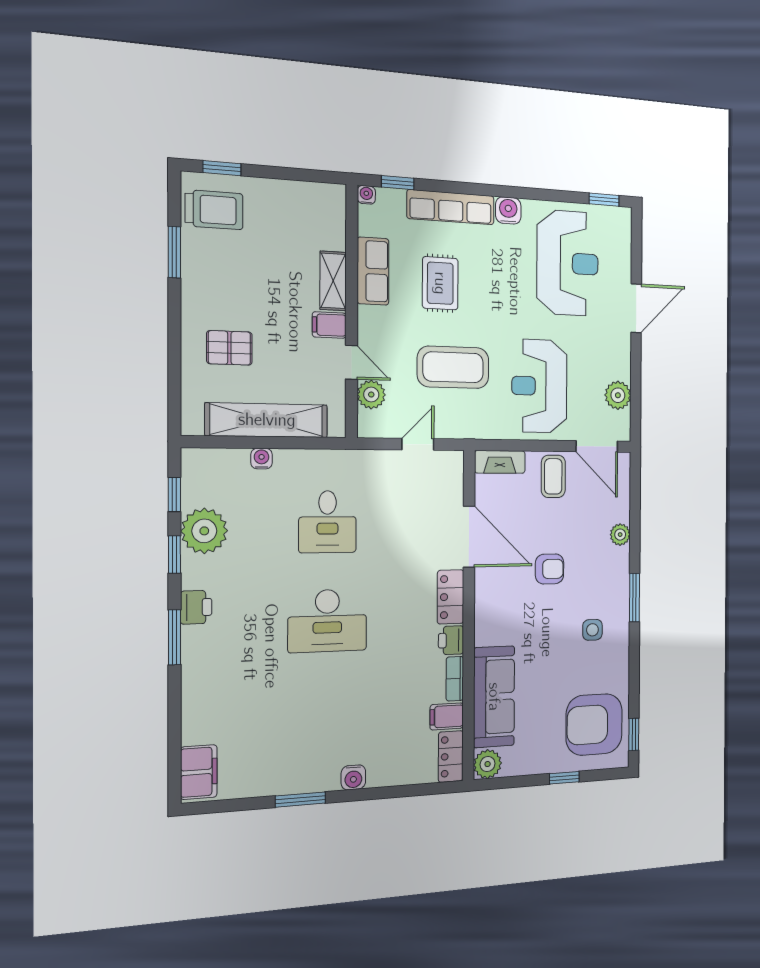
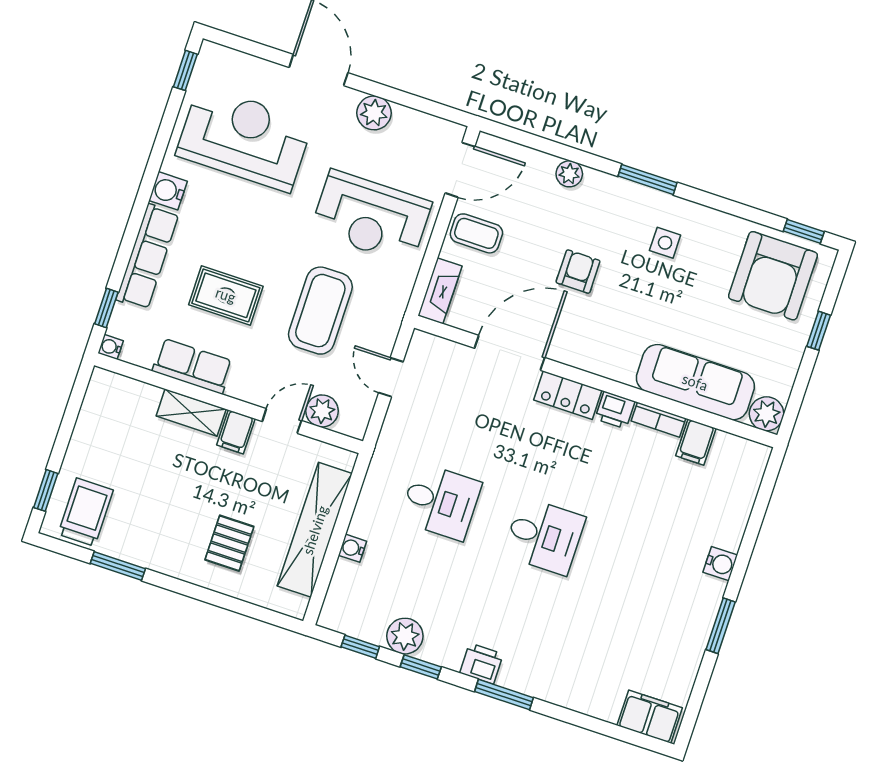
plant: (618, 395) -> (374, 113), moved
plant: (204, 531) -> (405, 636), width x0.73, depth x0.73
desk: (327, 621) -> (544, 536), width x0.73
locker: (451, 756) -> (741, 452), removed

